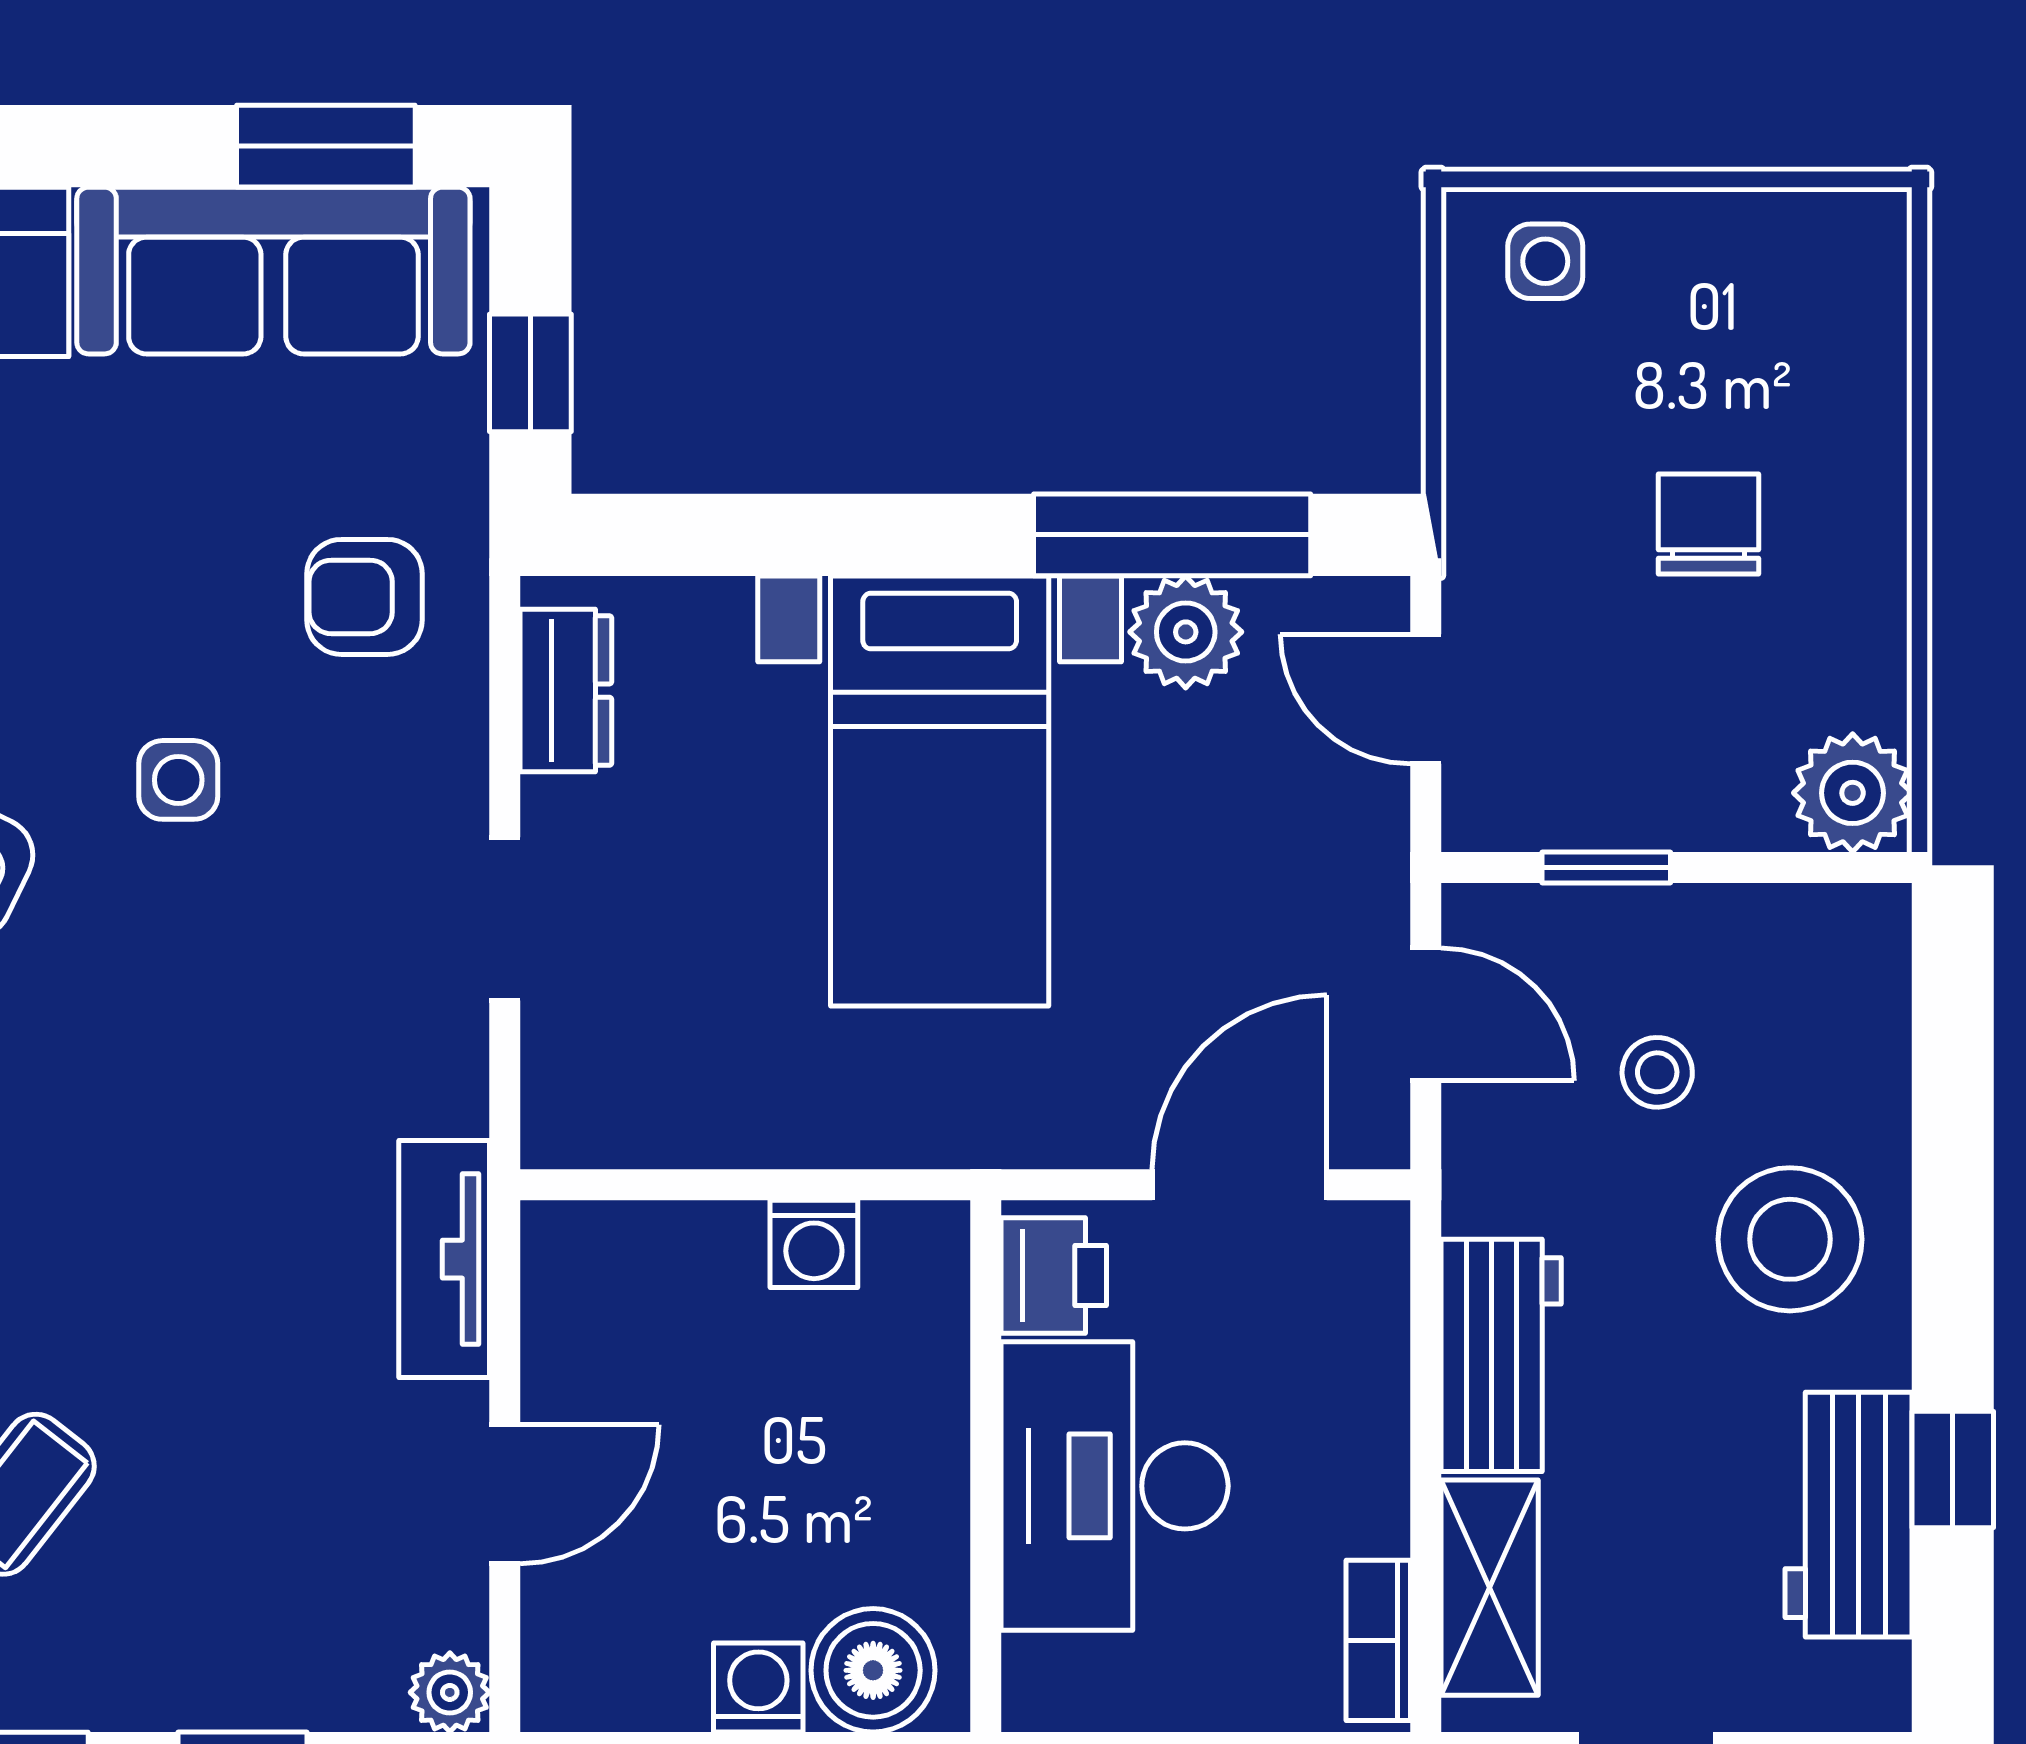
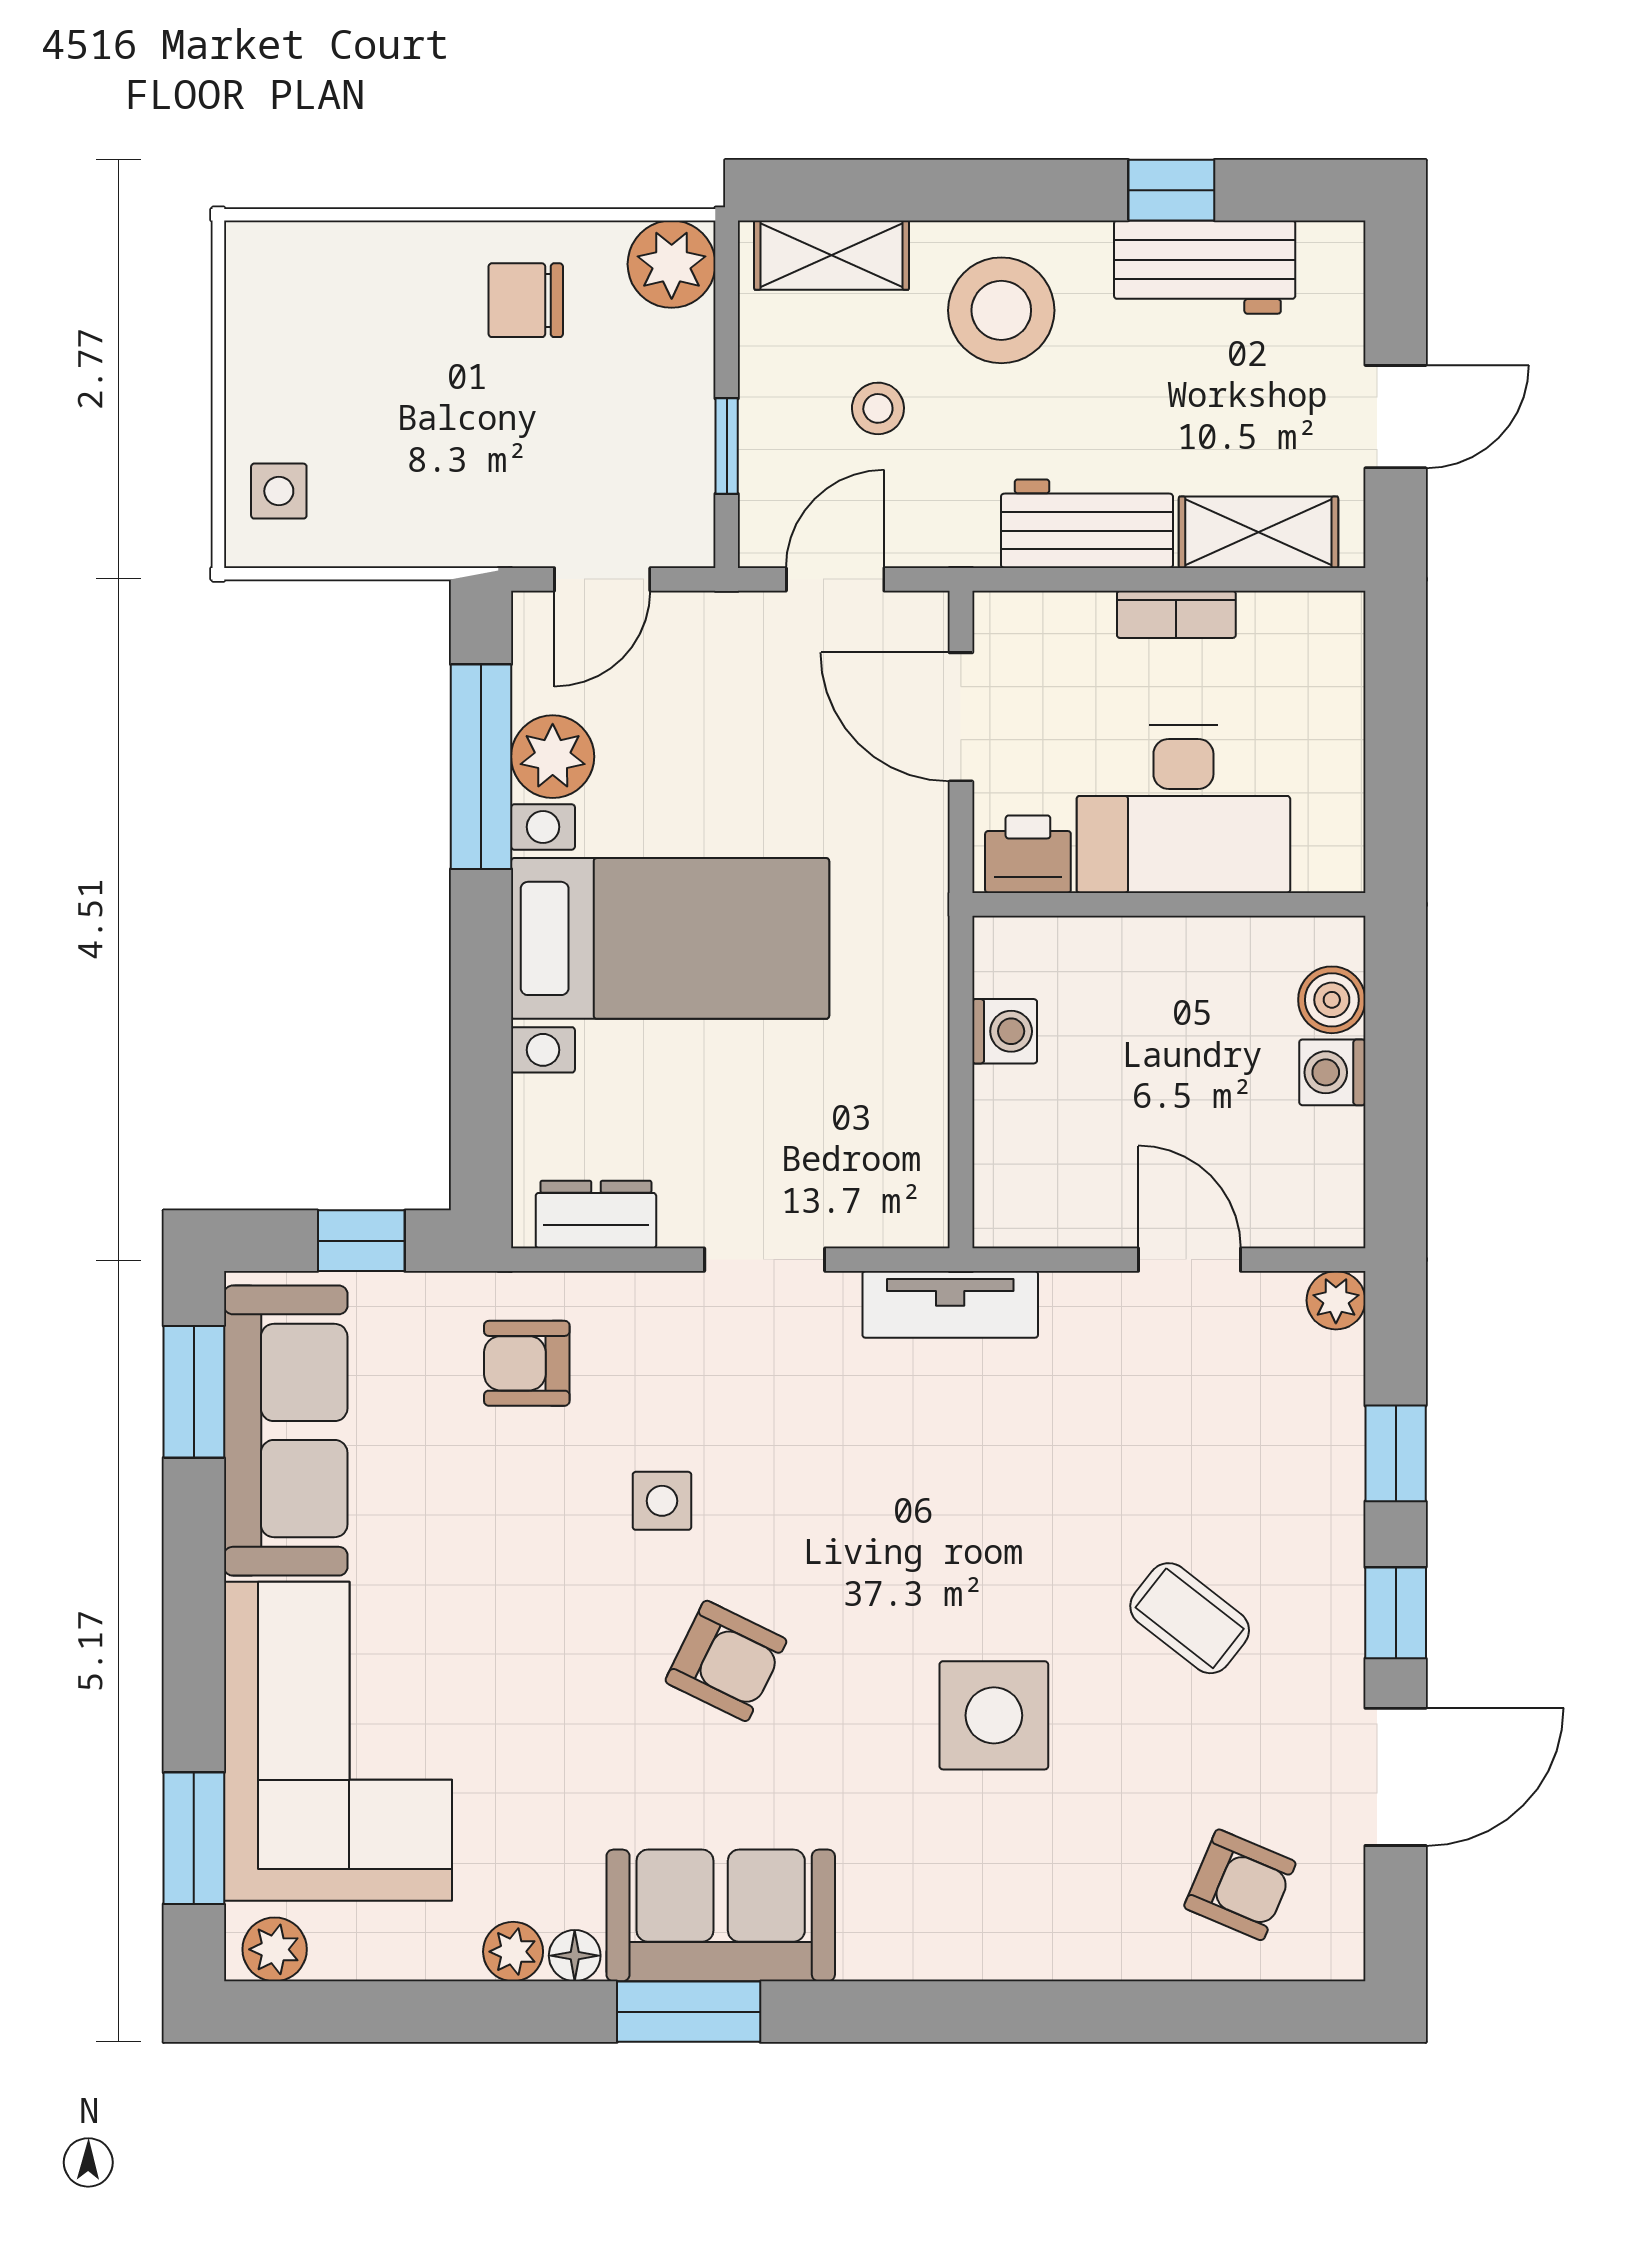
chair: (1708, 524) -> (526, 300), moved
armchair: (364, 597) -> (527, 1363), turned 90
shelving: (1865, 1010) -> (832, 255), added
tv unit: (444, 1259) -> (950, 1304), moved
bookcase: (1378, 1640) -> (1176, 614), moved
boiler: (873, 1670) -> (1332, 1000), width x0.73, depth x0.73

